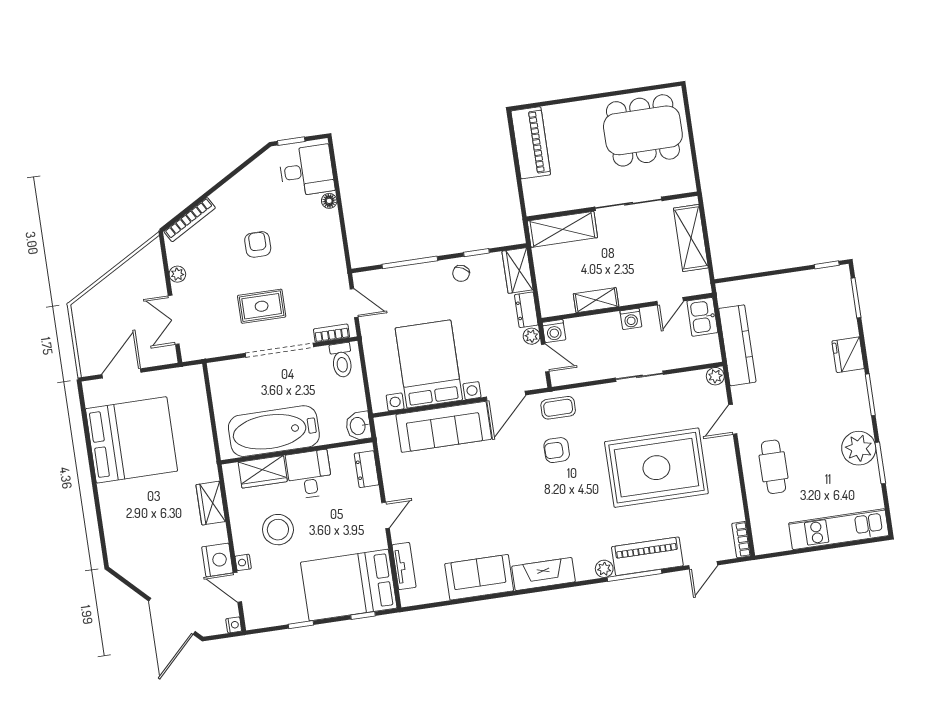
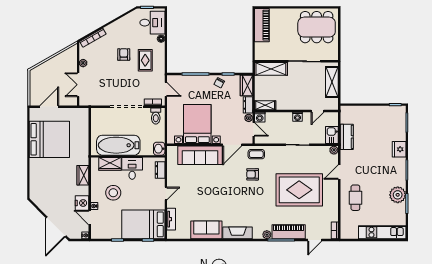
shelving: (596, 300) -> (265, 105), moved
rug: (262, 306) -> (145, 60), moved, turned 90
kitchen sink: (702, 317) -> (332, 135), moved
kitchen counter: (737, 345) -> (347, 137), width x0.67

